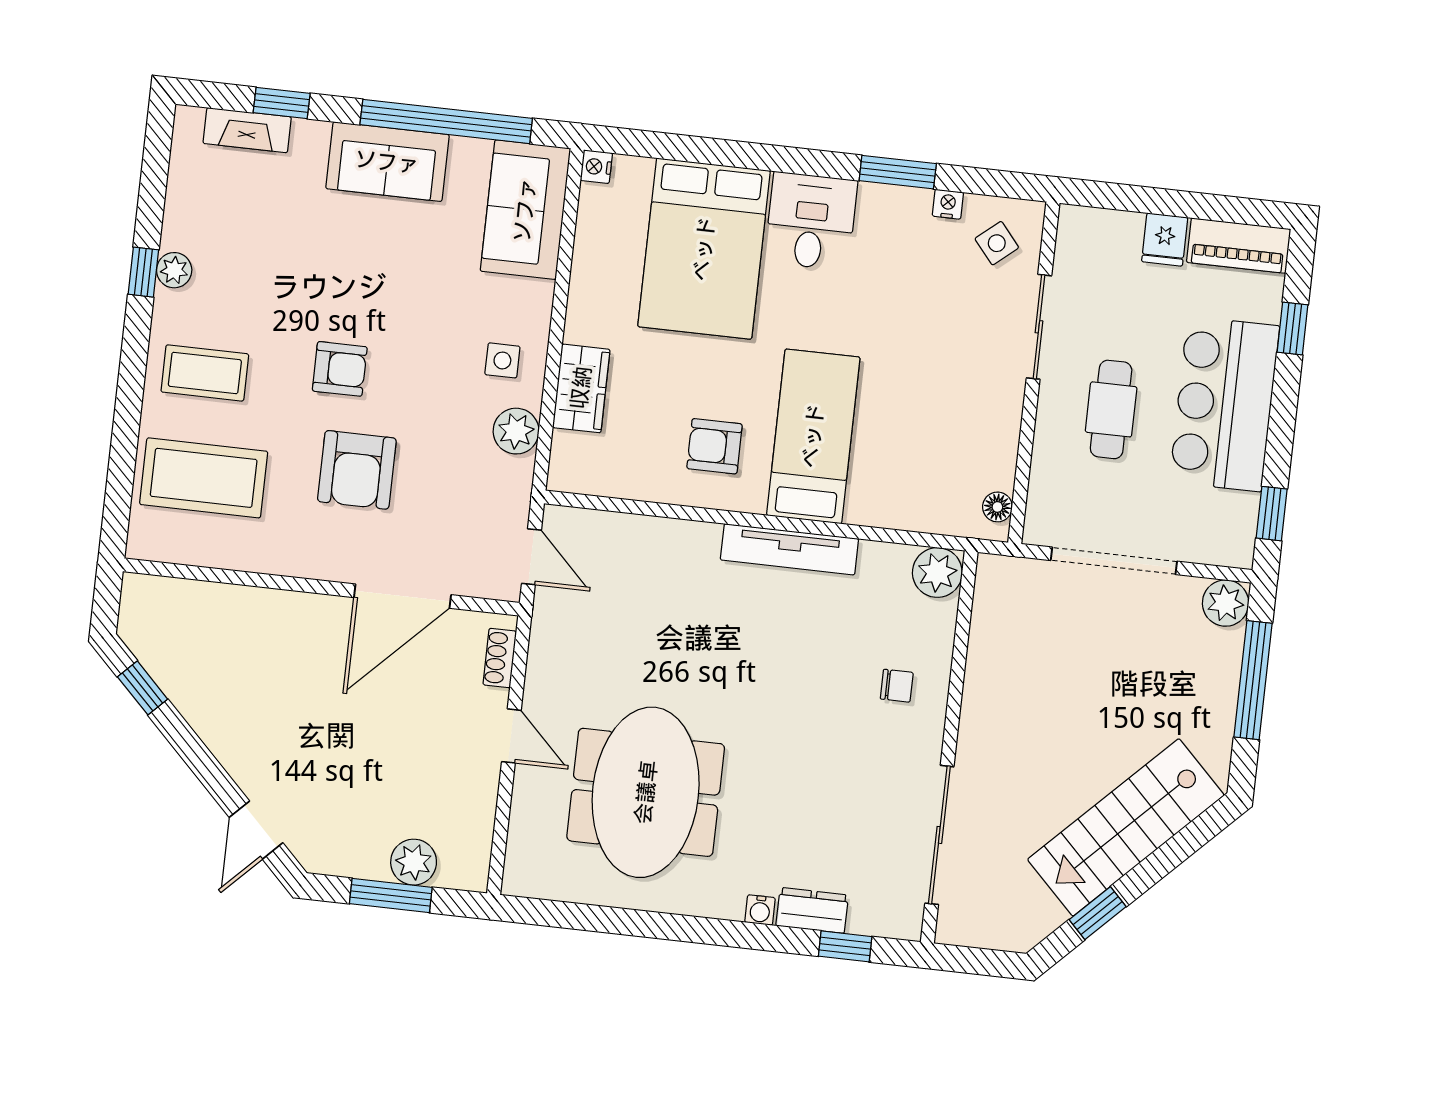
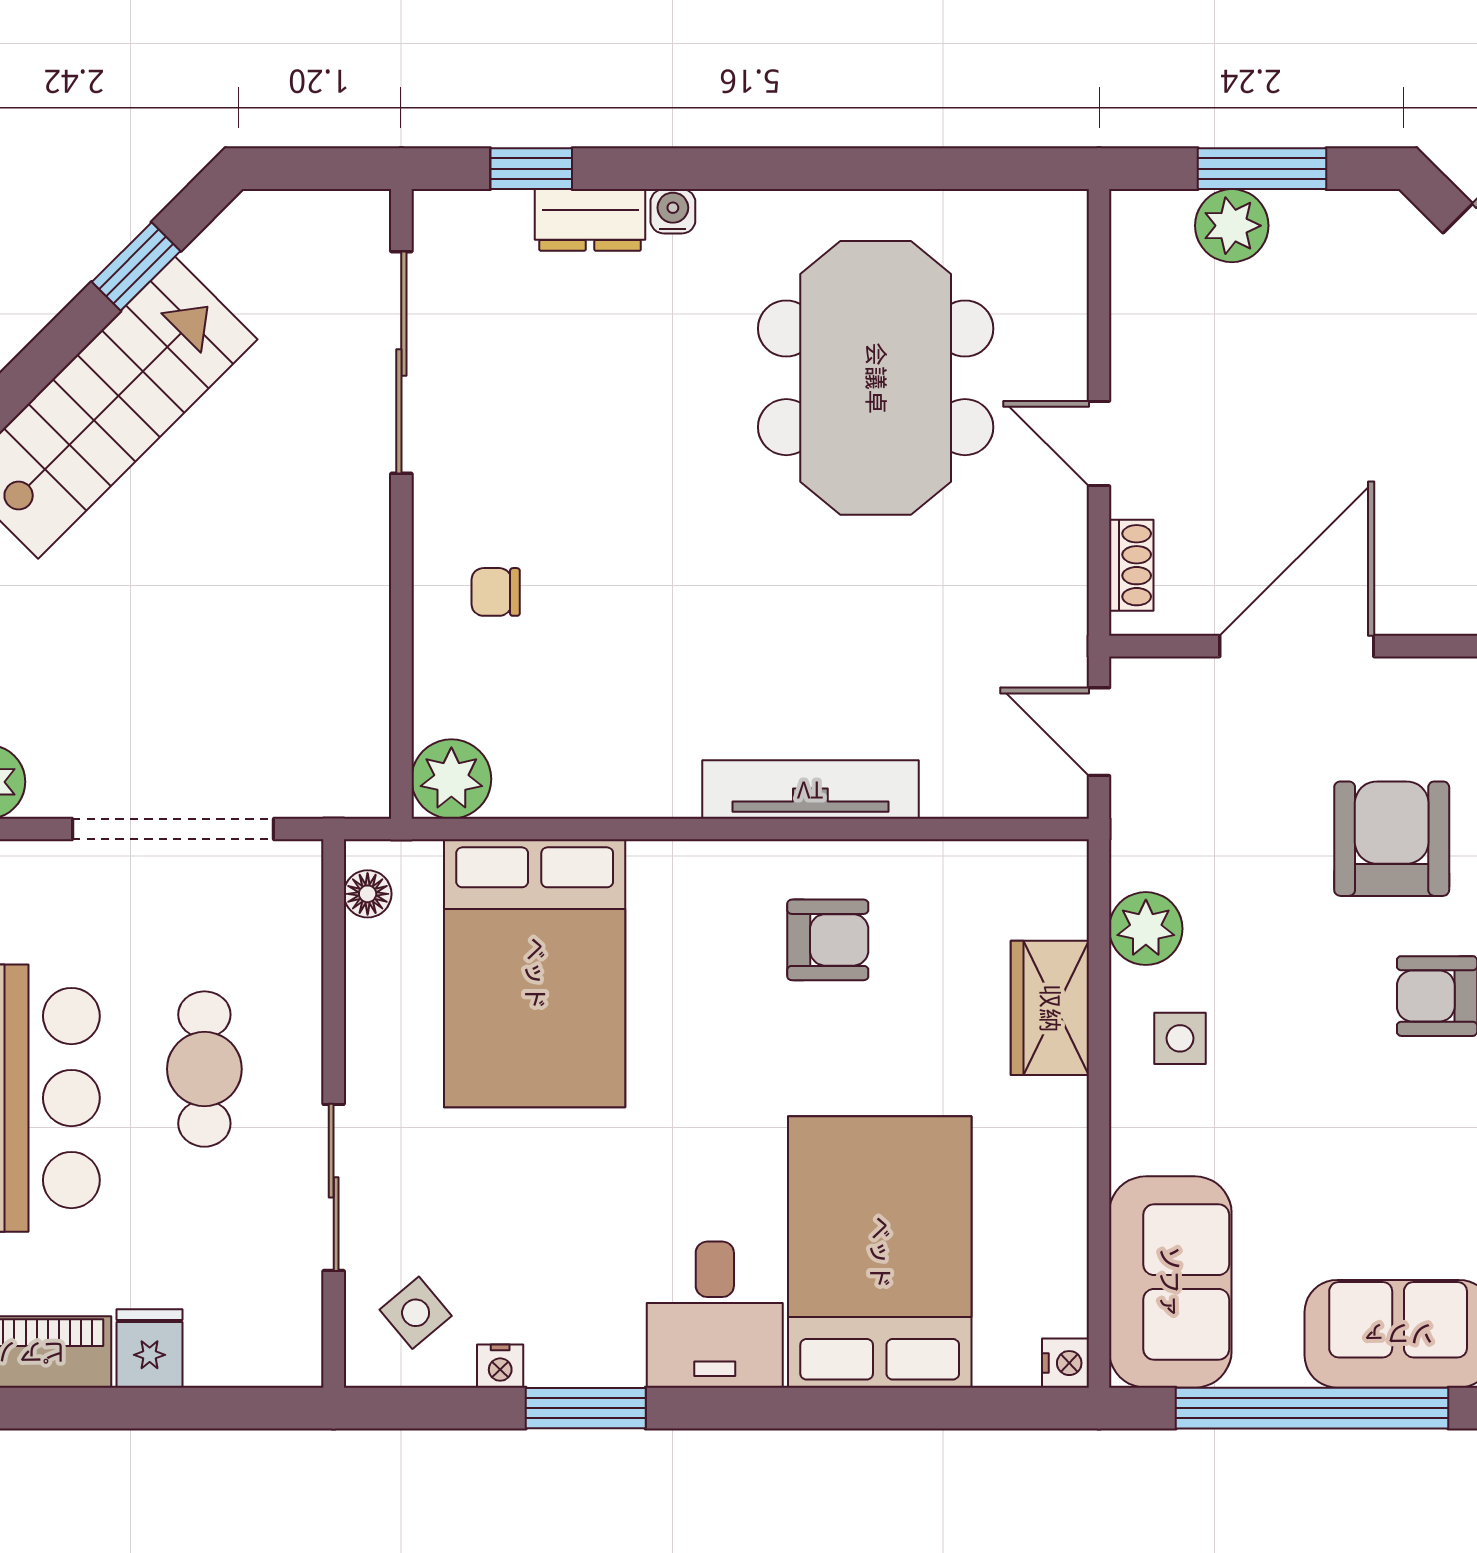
bed: (813, 436) -> (535, 973), moved, width x1.50
tv unit: (789, 549) -> (810, 790), moved

